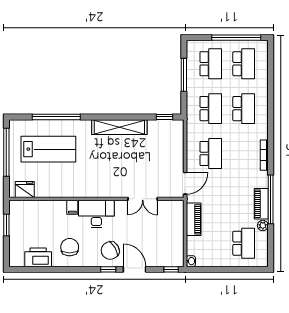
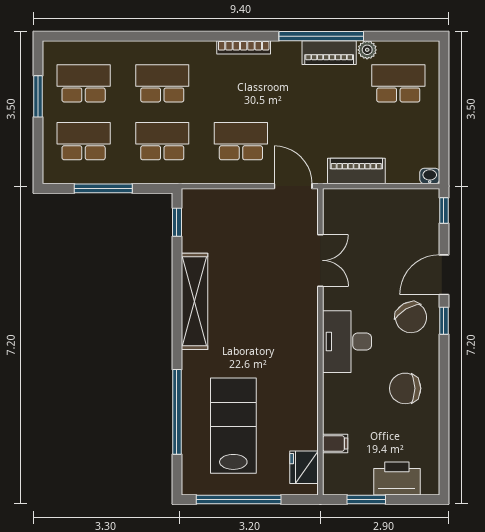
window: (236, 38) -> (38, 96), width x0.47
filing cabinet: (72, 207) -> (335, 443), moved
printer: (38, 257) -> (397, 478), moved, turned 90

